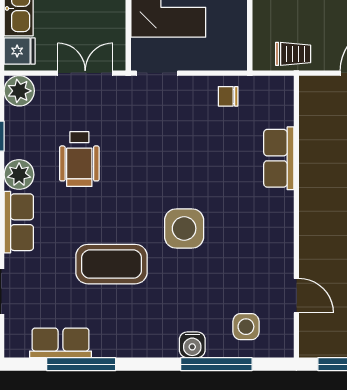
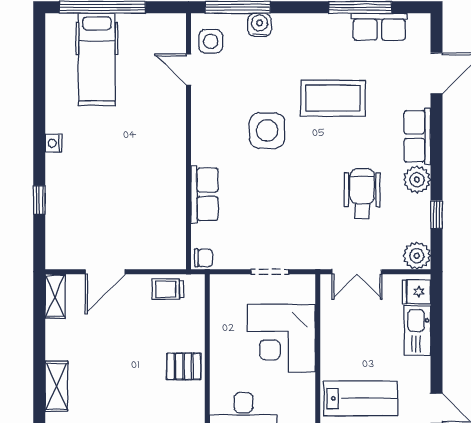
doorway: (157, 73) -> (270, 272), moved
chair: (228, 96) -> (204, 258), moved
row of seats: (279, 158) -> (204, 194), moved
wall: (296, 217) -> (188, 141), moved
door: (296, 296) -> (188, 69), moved

